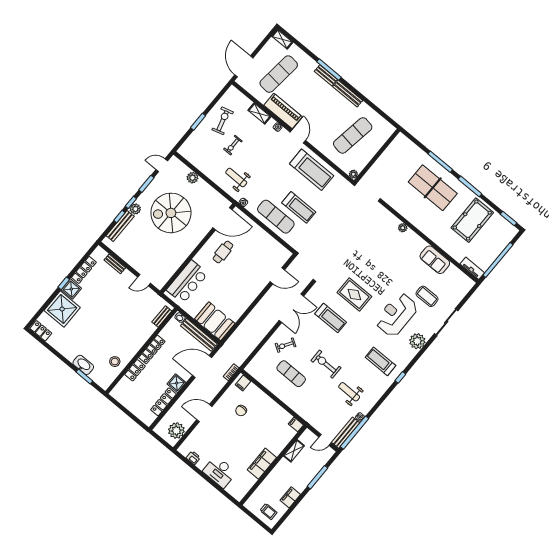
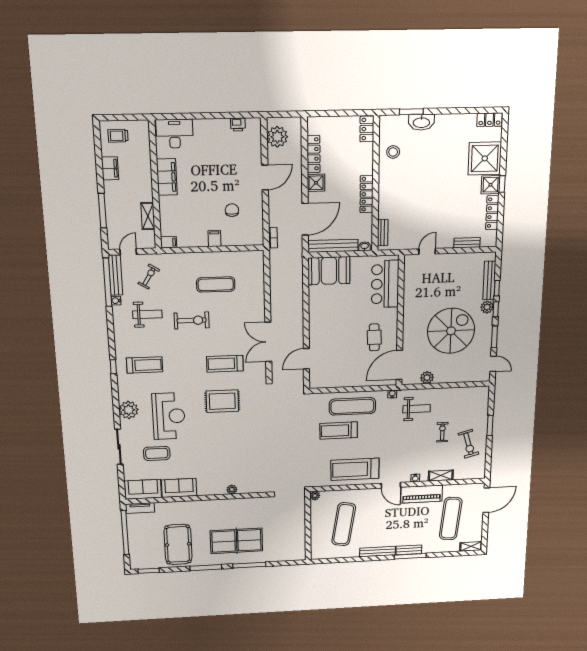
door: (244, 66) -> (486, 500), hinge flipped
door: (162, 165) -> (493, 364), hinge flipped
plant: (193, 178) -> (427, 378), moved
sofa: (458, 280) -> (143, 489), added
exercise bike: (285, 345) -> (149, 277), moved
locker: (135, 370) -> (367, 129), moved
filing cabinet: (243, 383) -> (215, 239), moved
desk: (220, 472) -> (175, 134), moved

